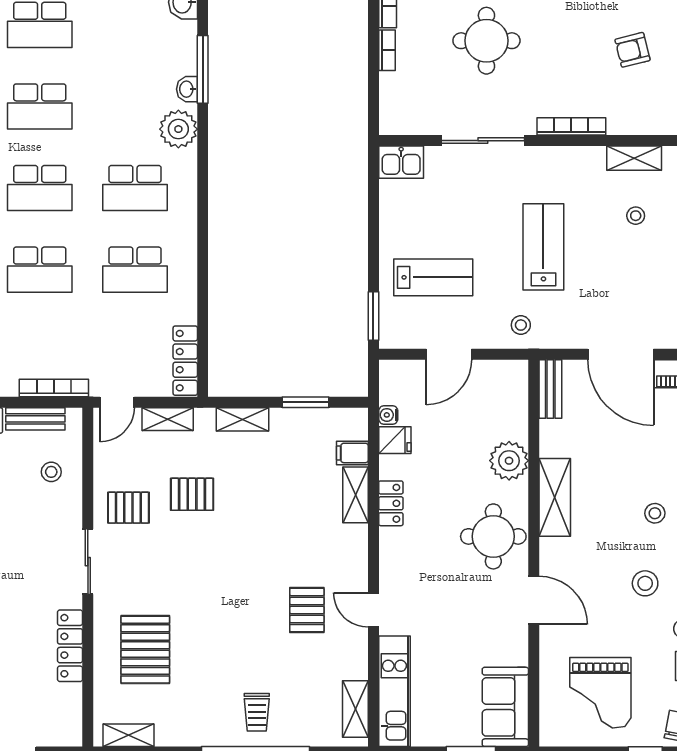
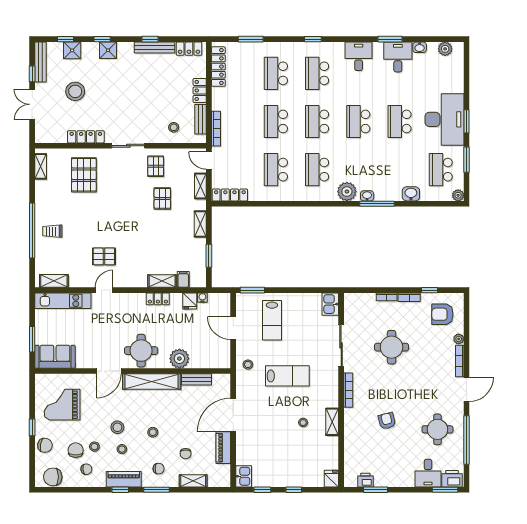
bench: (550, 389) -> (196, 379), moved
shelving: (555, 497) -> (152, 382), width x1.47
pallet: (145, 650) -> (84, 175), turned 90

